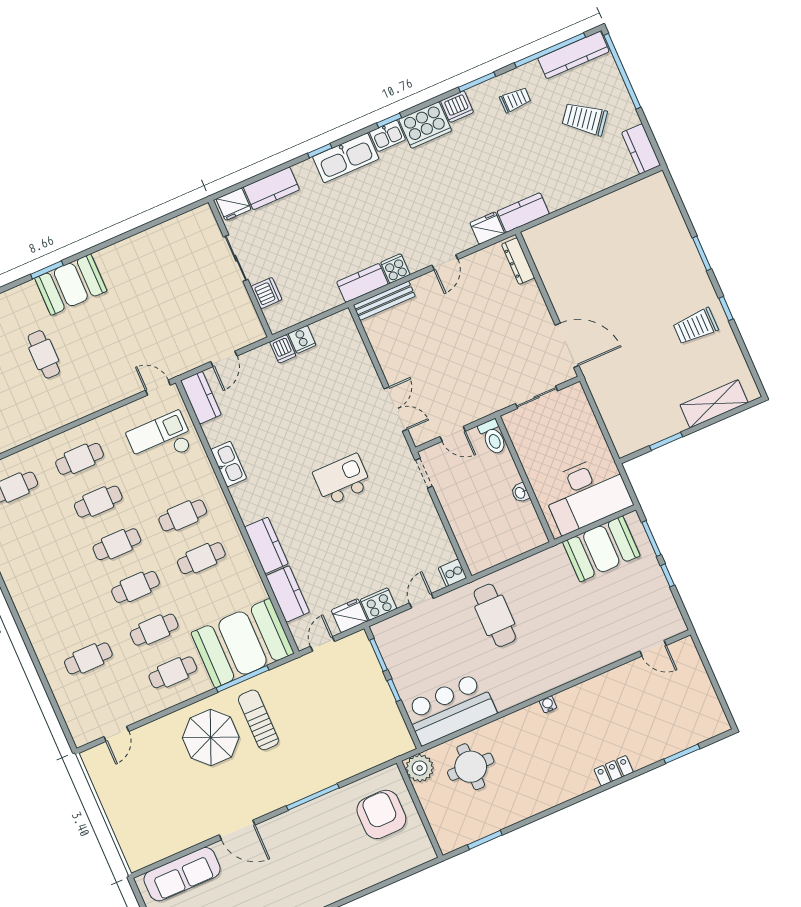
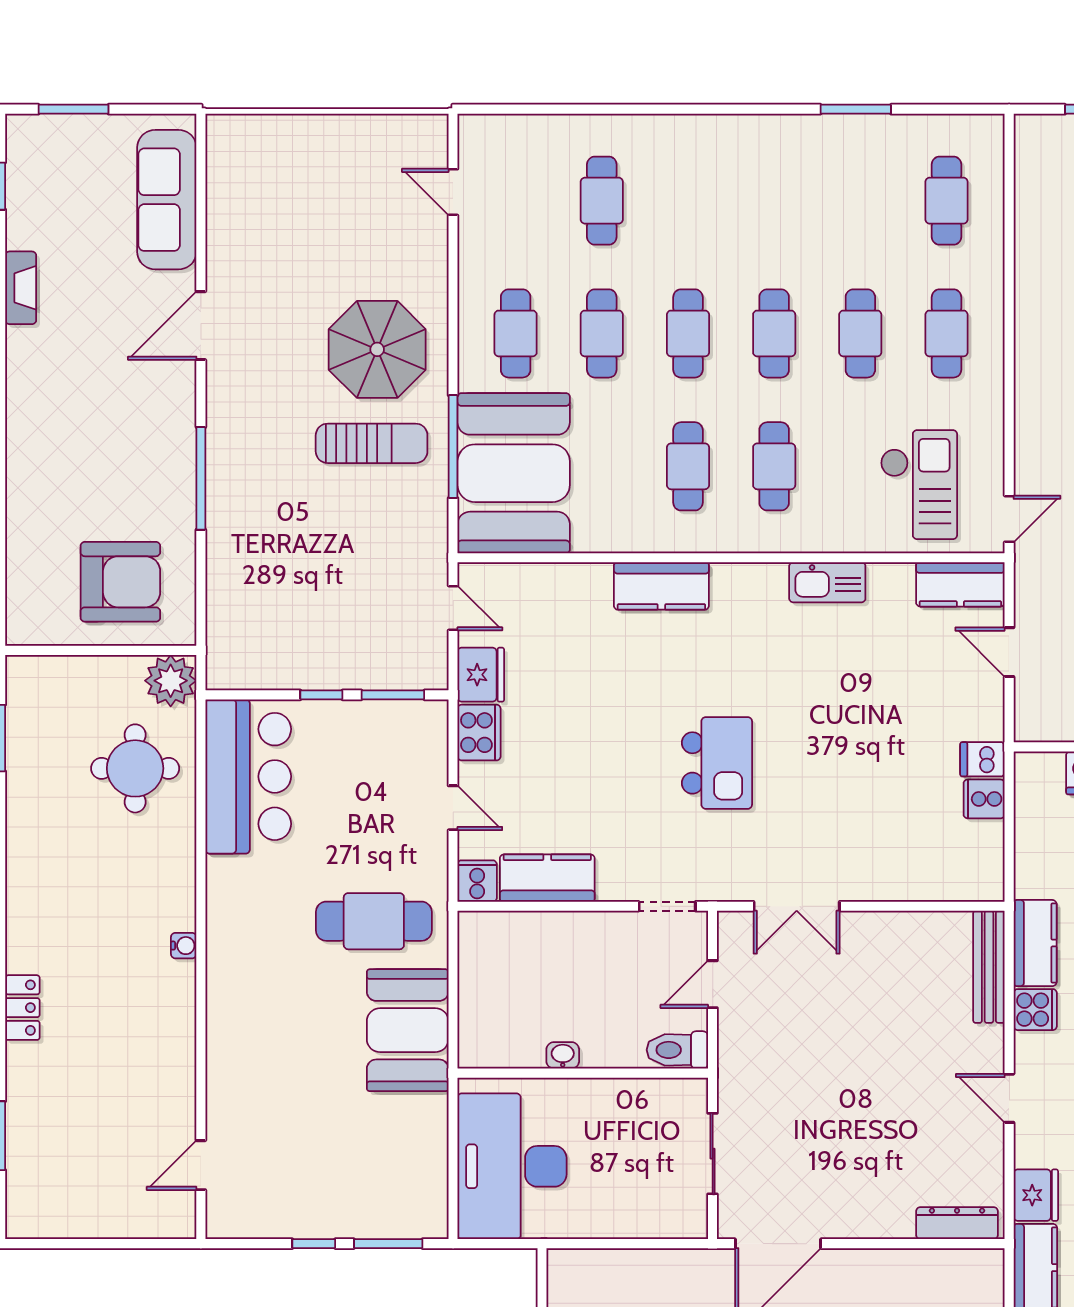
booth: (601, 549) -> (408, 1030), moved
kitchen counter: (288, 594) -> (547, 878), moved, turned 180

